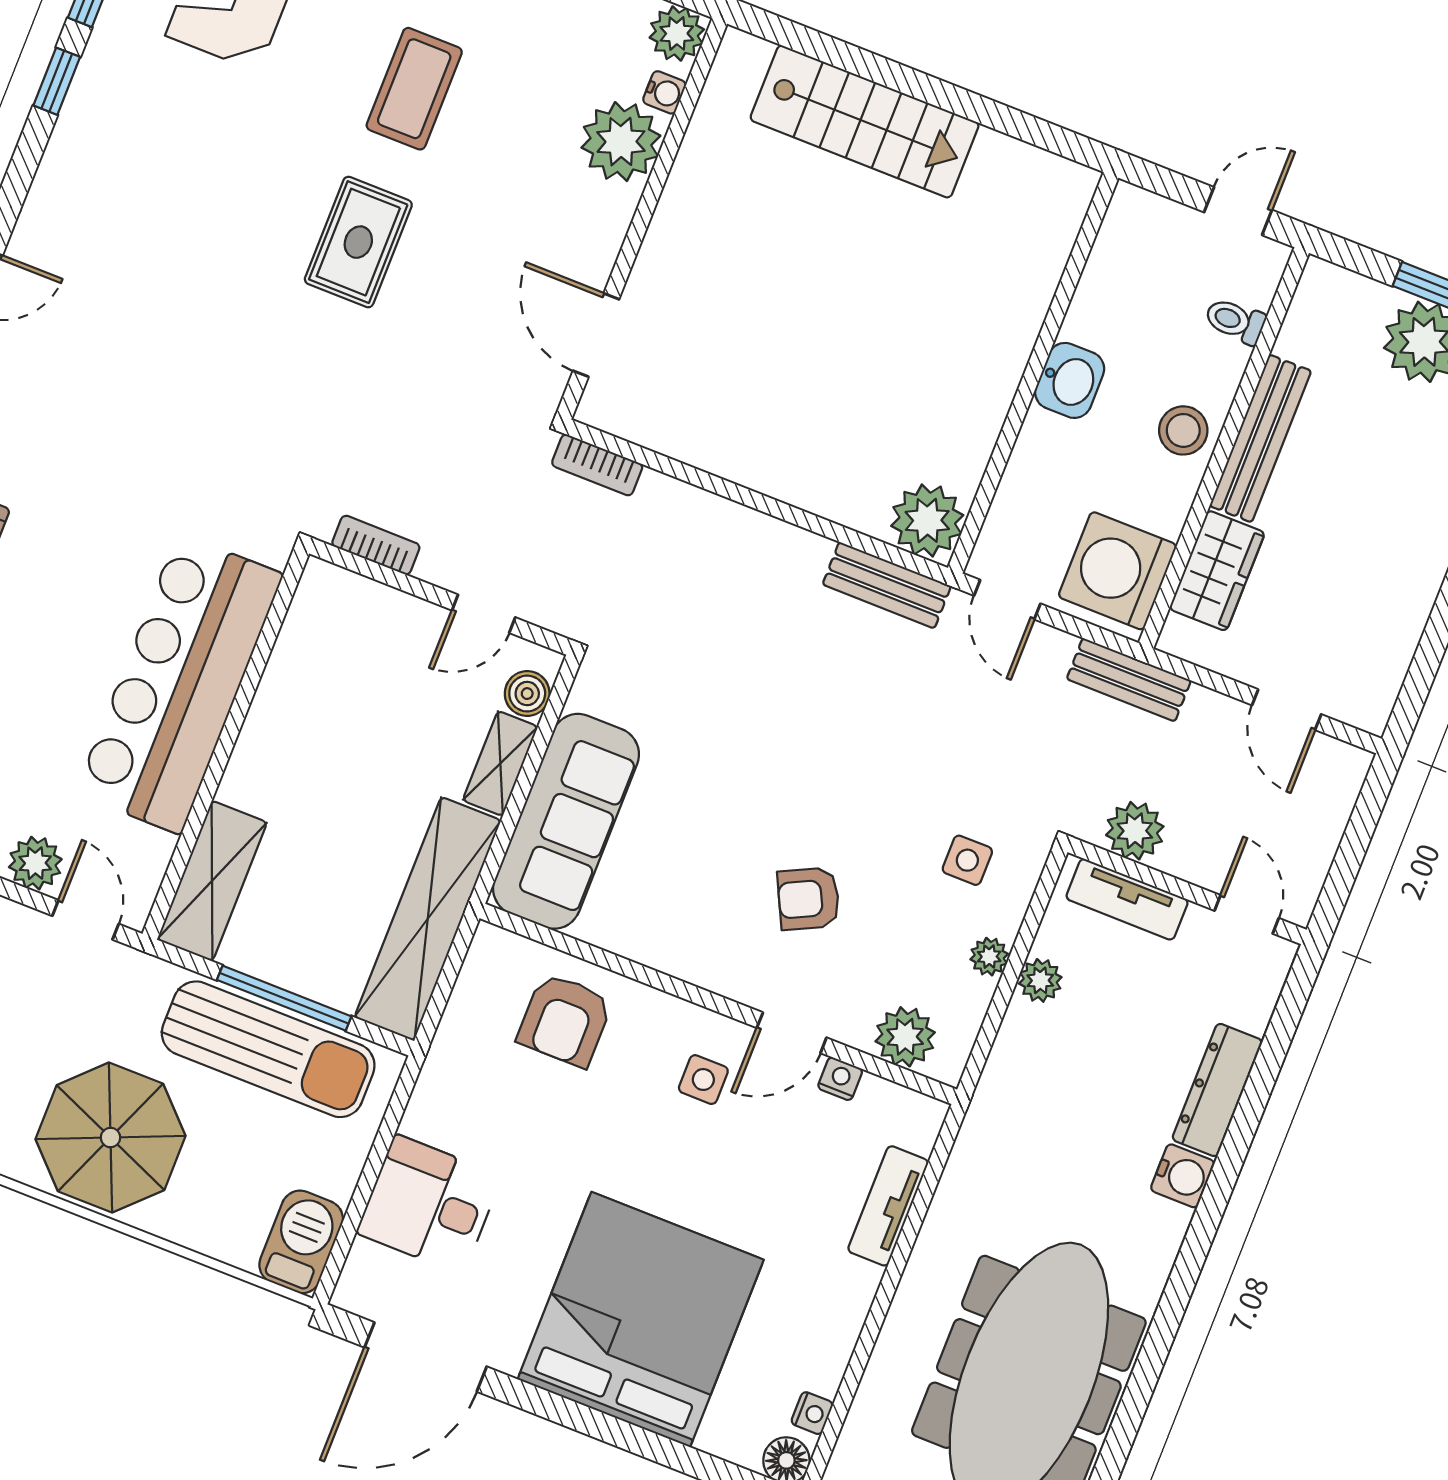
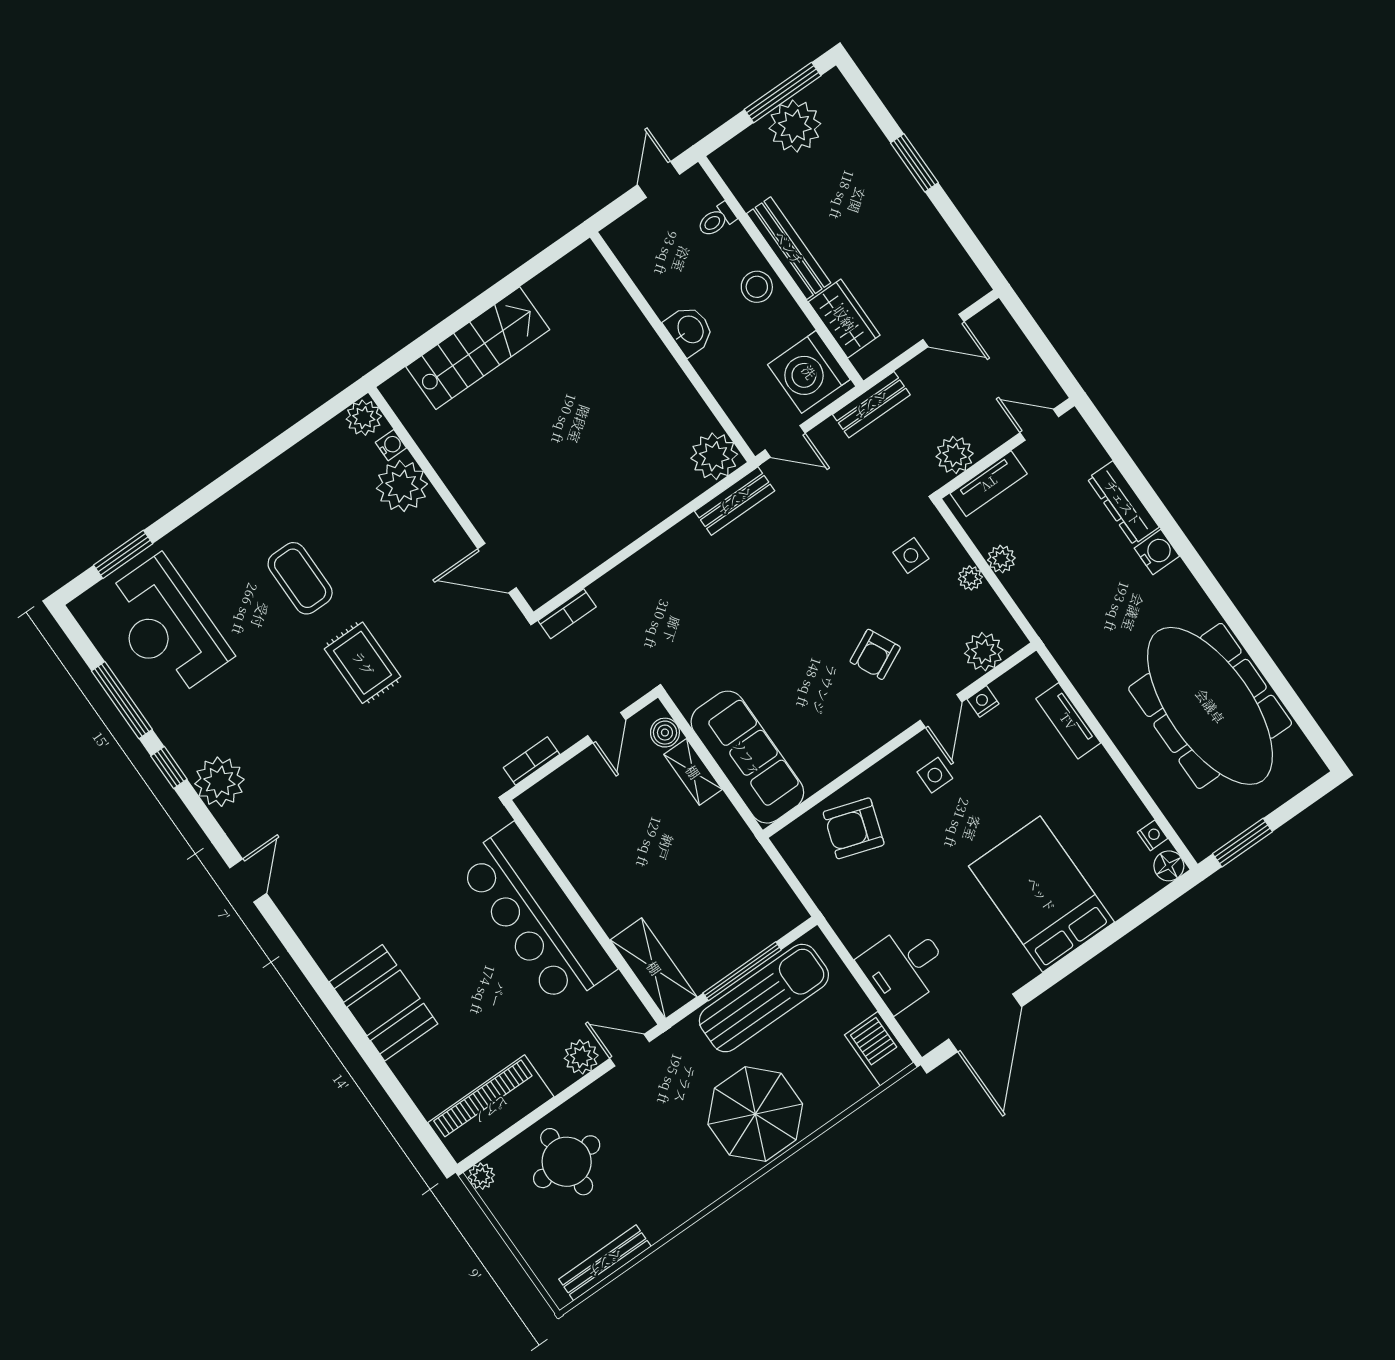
plant: (82, 159) -> (219, 782), added
shelving: (428, 919) -> (751, 866), removed
armchair: (565, 1020) -> (854, 828), turned 108
bed: (641, 1320) -> (1041, 894), width x0.73

